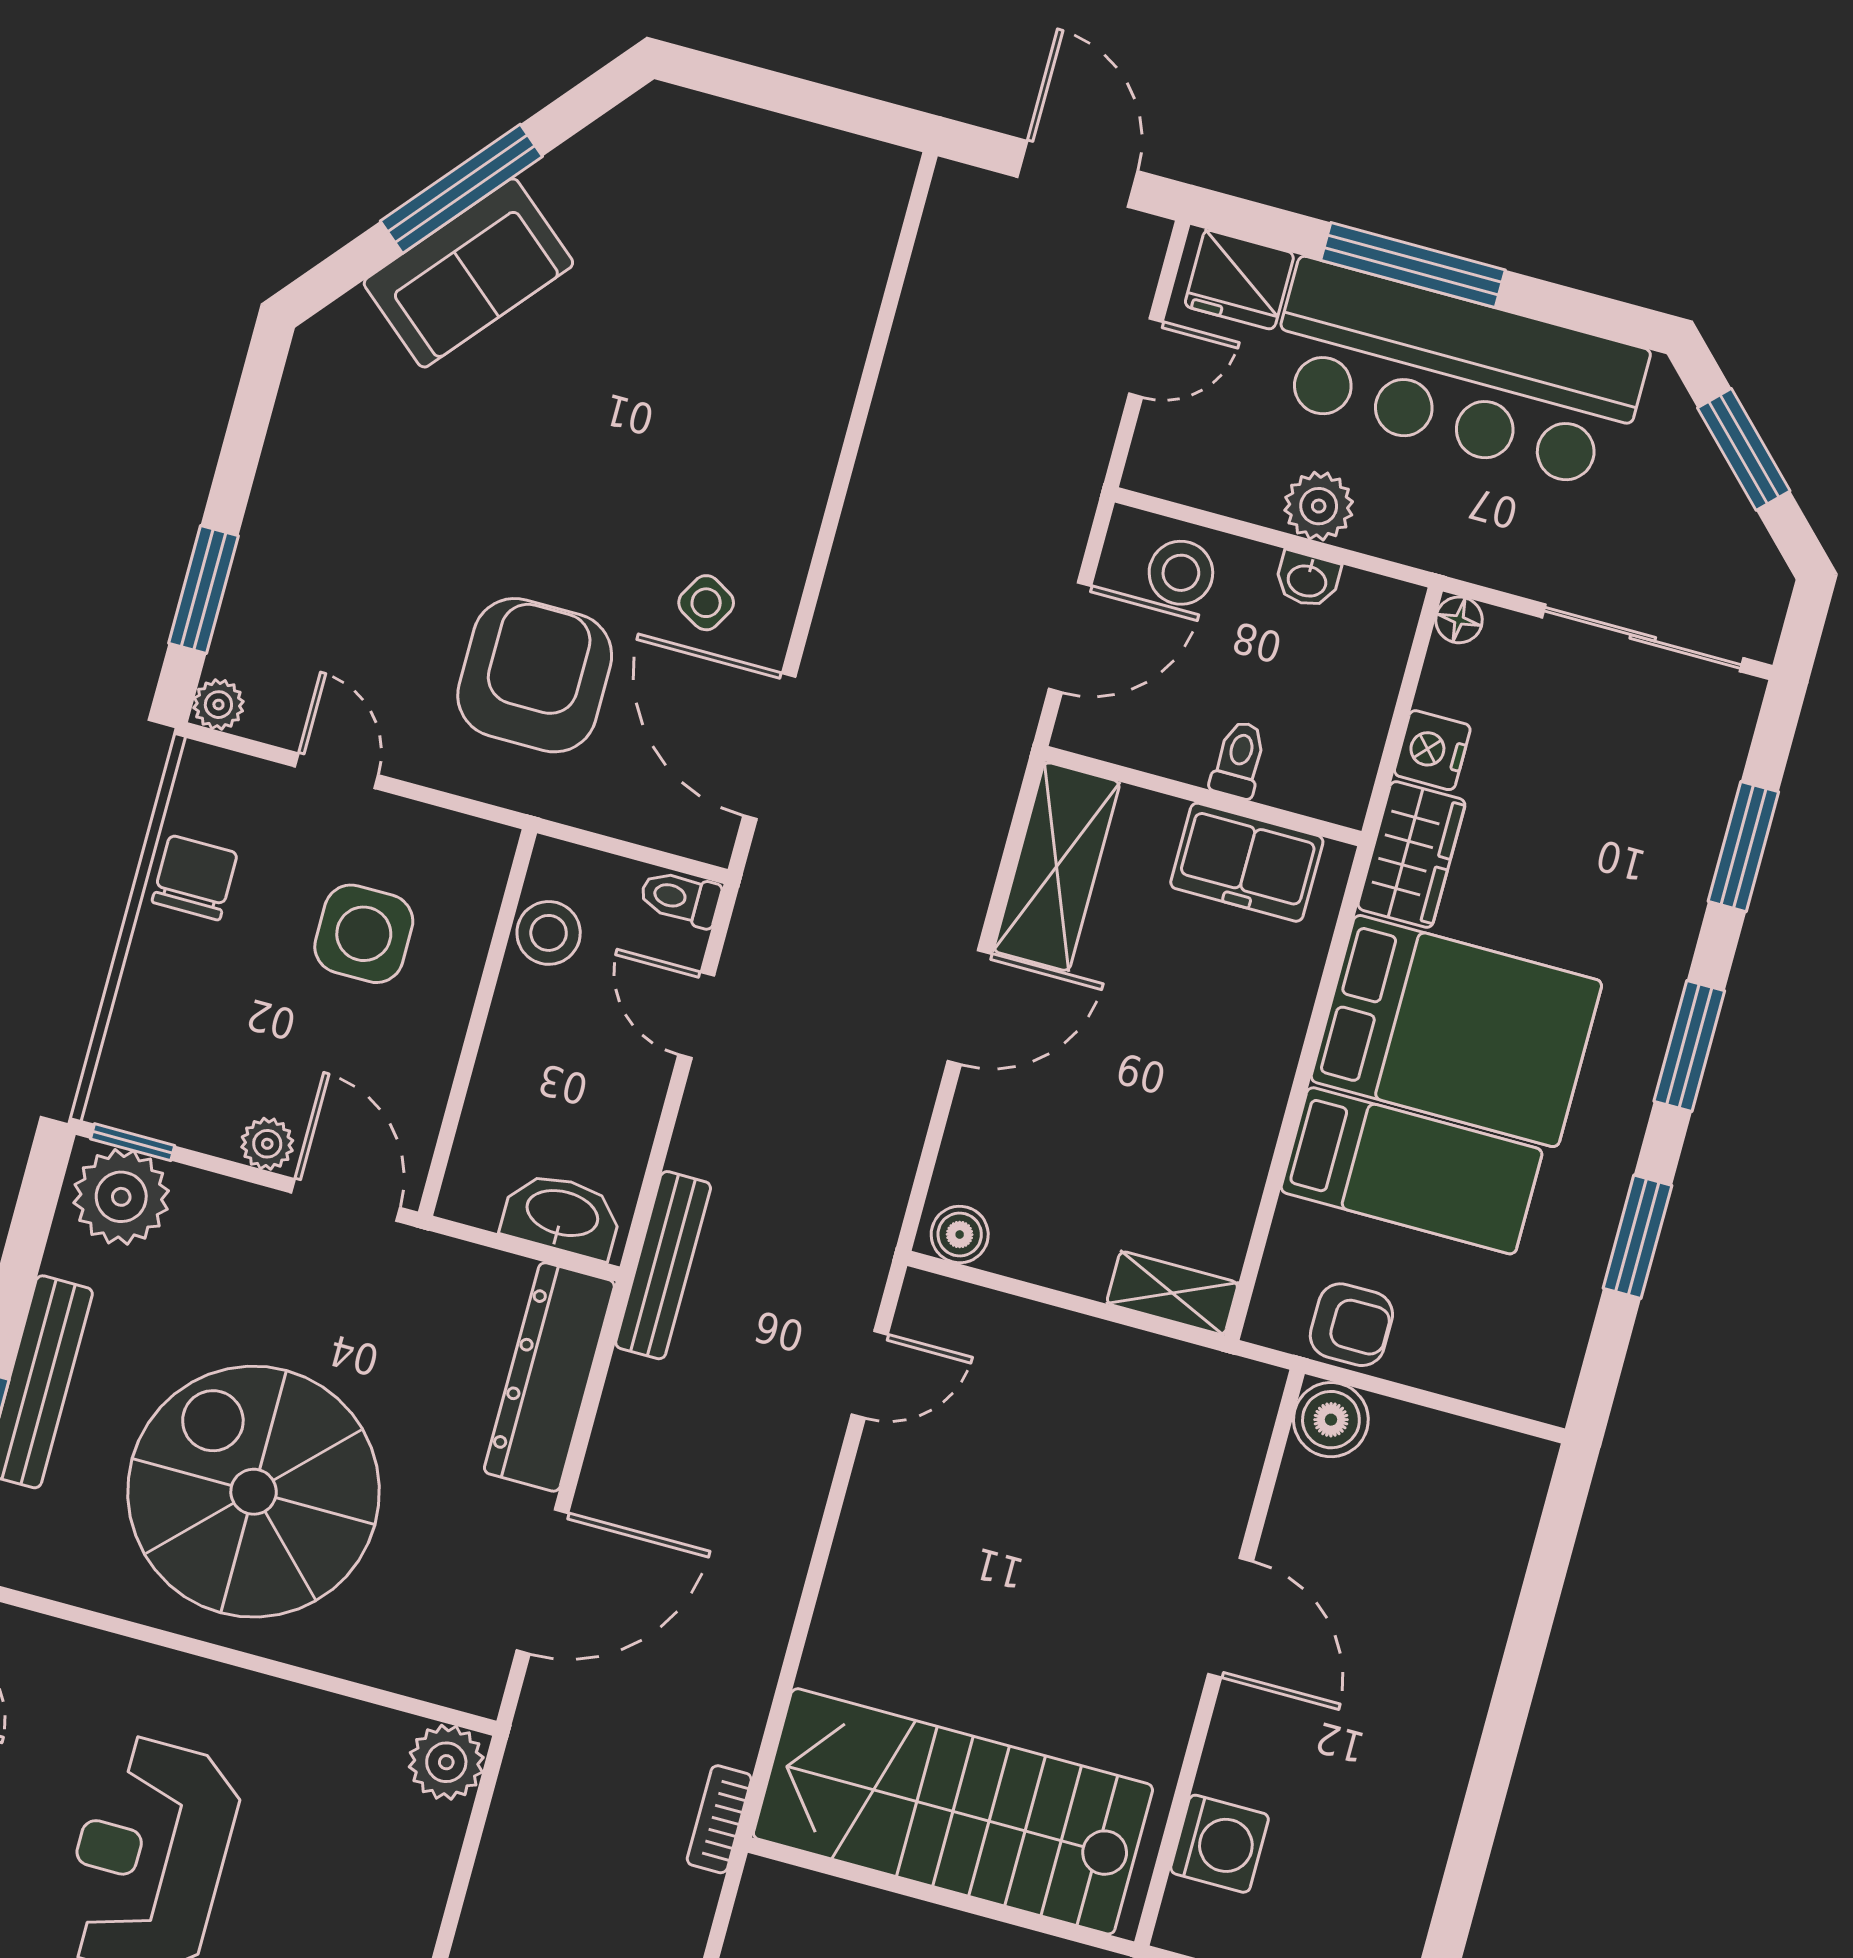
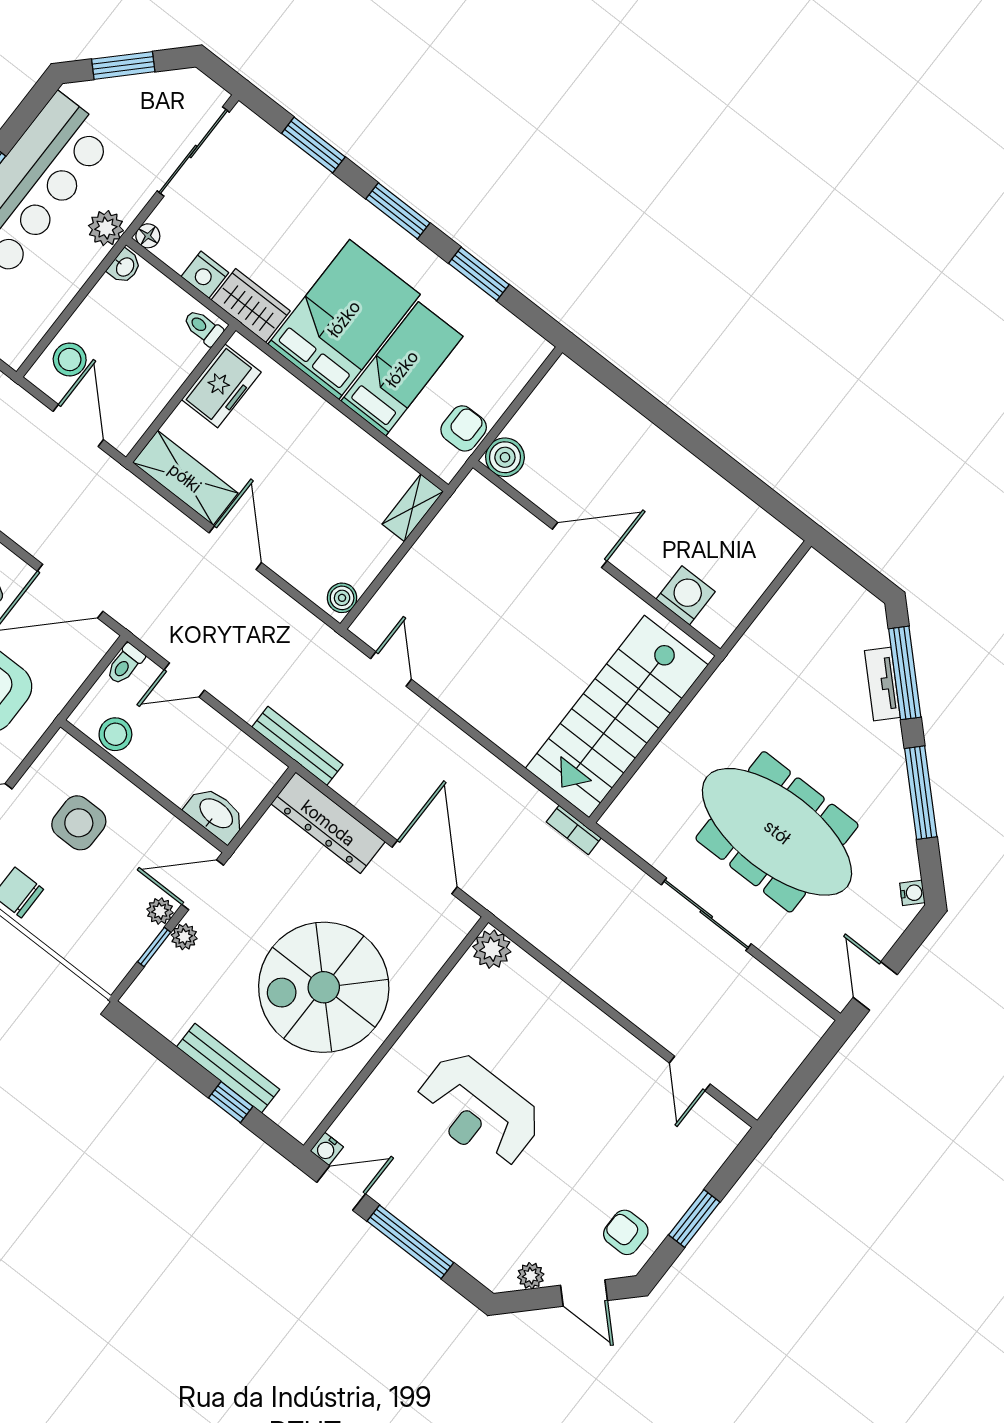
plant: (1319, 506) -> (106, 228), moved
washbasin: (1307, 580) -> (125, 267), moved
toilet: (1239, 760) -> (203, 328), moved
window: (133, 1142) -> (154, 947), moved
plant: (121, 1197) -> (184, 937), moved, width x0.53, depth x0.53
washbasin: (562, 1215) -> (216, 814), moved, turned 90

